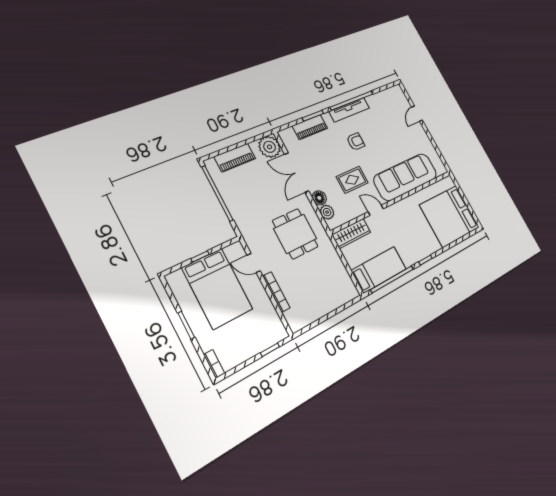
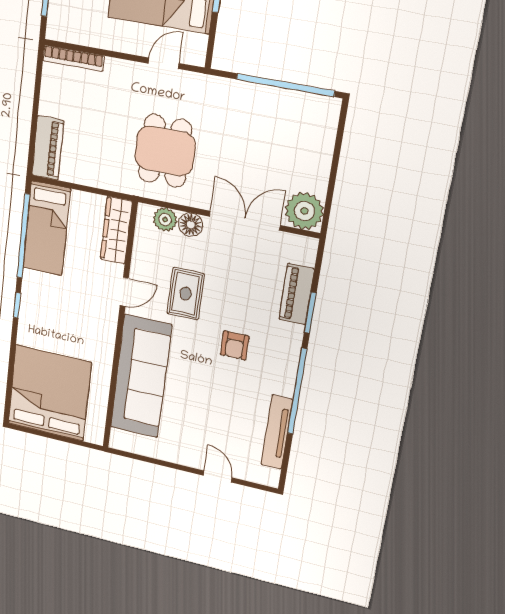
tv unit: (349, 110) -> (277, 432), moved
piano: (235, 158) -> (48, 148), moved, turned 180
dining table: (295, 234) -> (165, 151), turned 90
bookcase: (276, 292) -> (73, 58), moved

